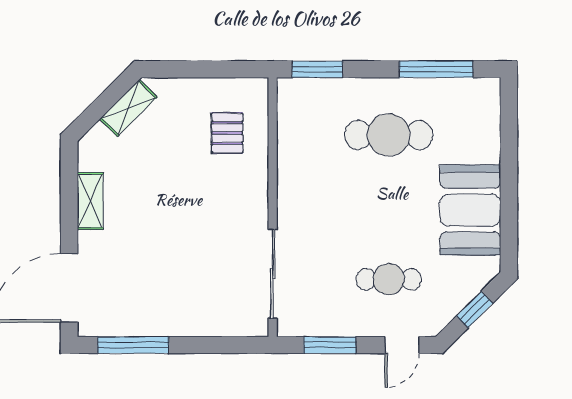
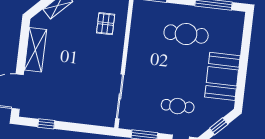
shelving: (90, 201) -> (35, 50), width x1.50, depth x1.33
window: (133, 345) -> (46, 124), width x0.46

